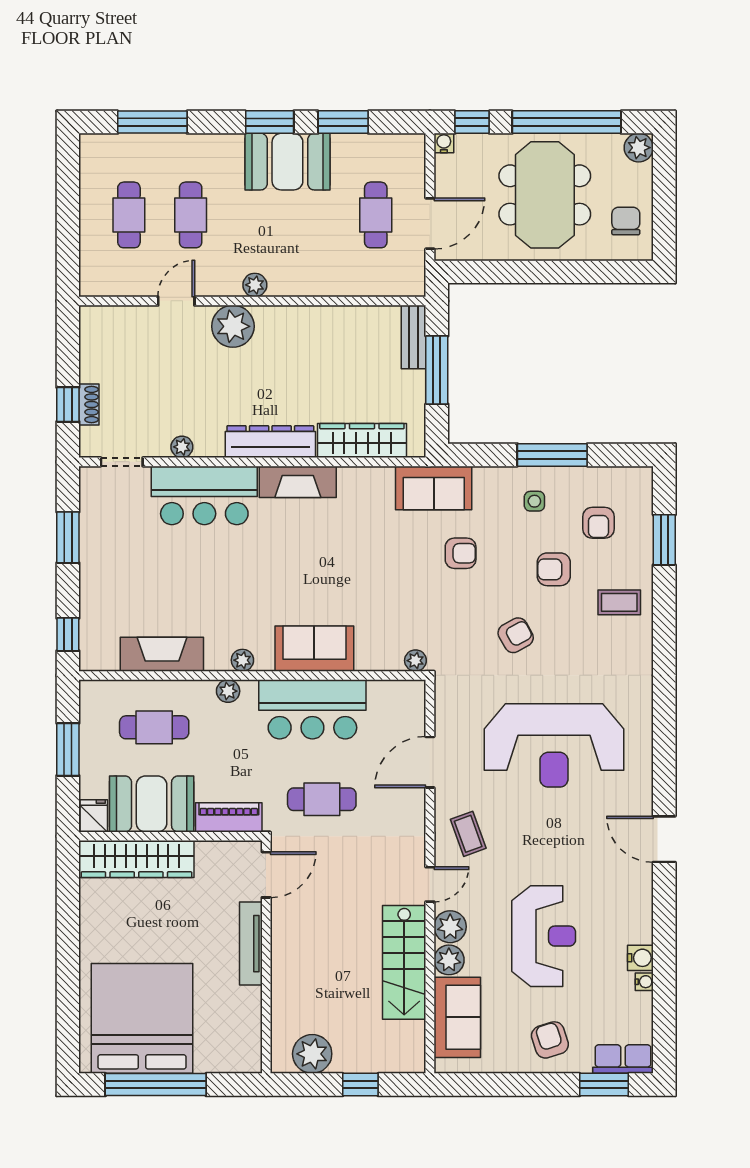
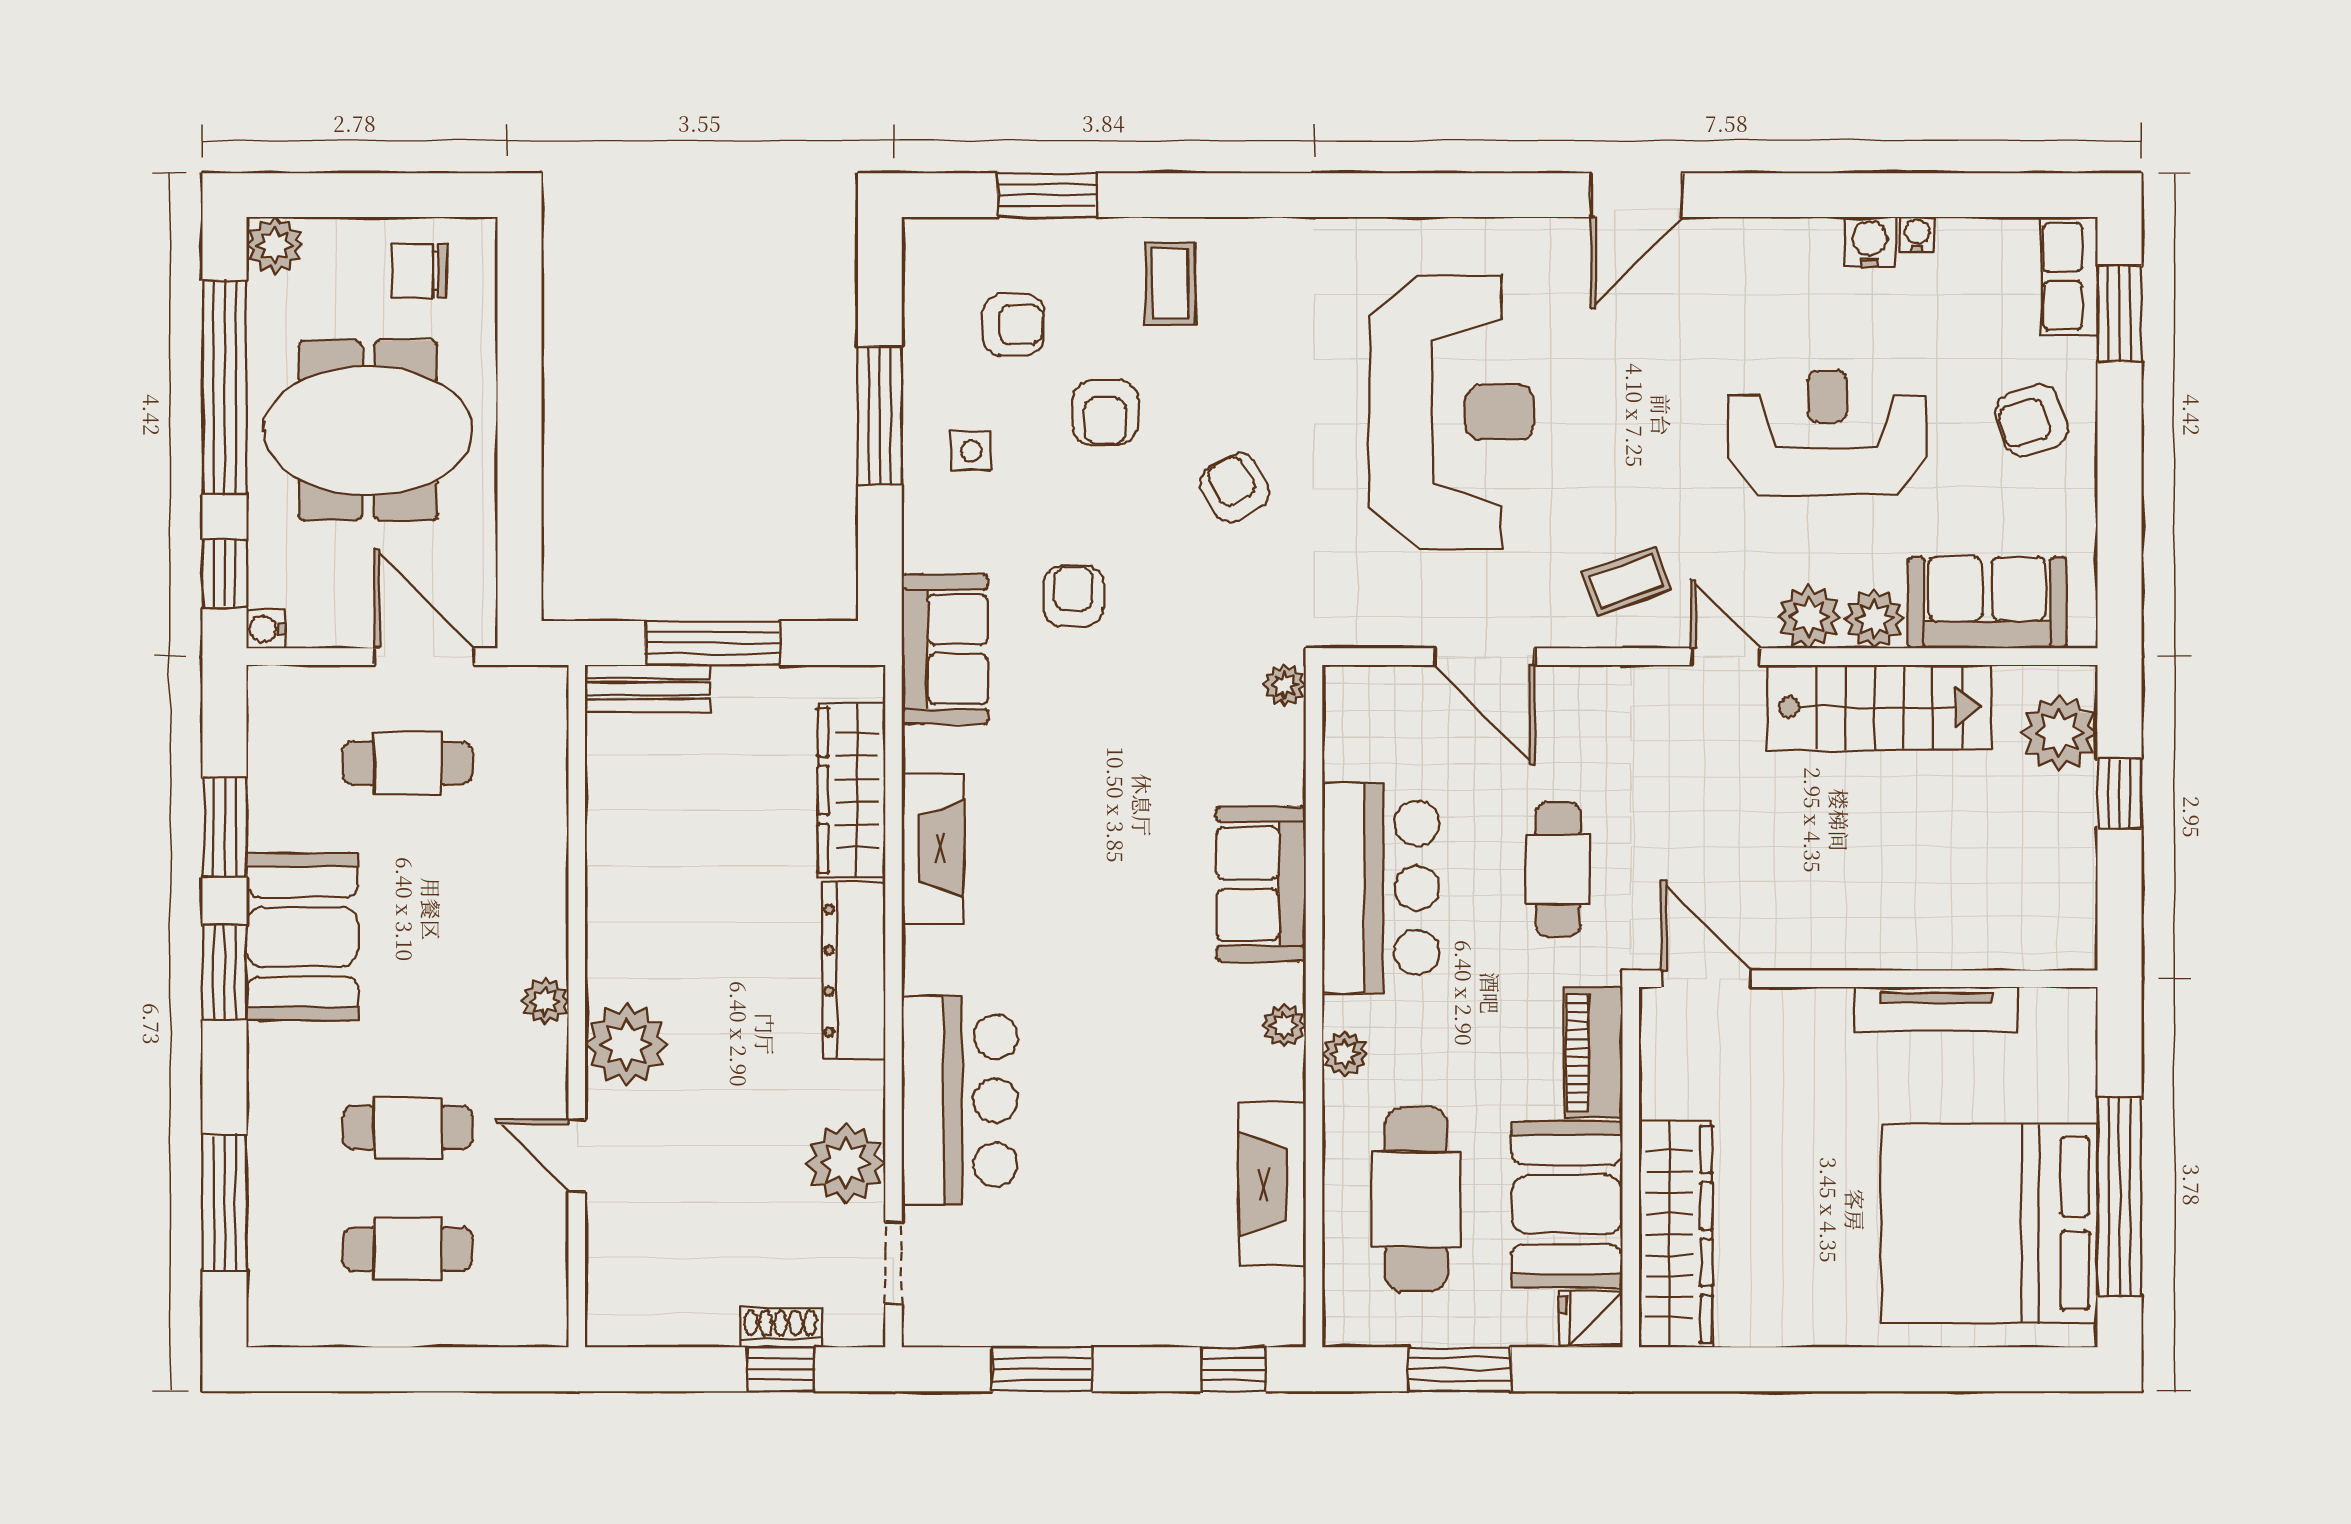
plant: (182, 447) -> (845, 1163), width x1.88, depth x1.88
fireplace: (298, 482) -> (933, 849), moved
cafe table: (154, 727) -> (1416, 1199), width x1.37, depth x1.35
tv unit: (251, 944) -> (1936, 1009), moved
plant: (312, 1054) -> (2059, 733), moved

